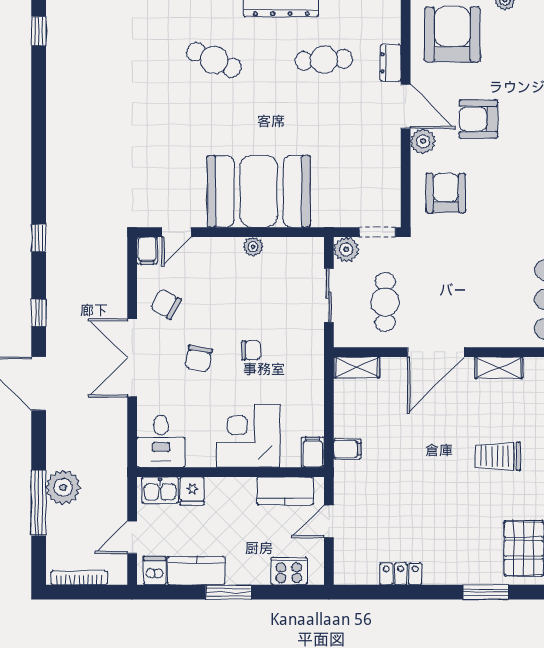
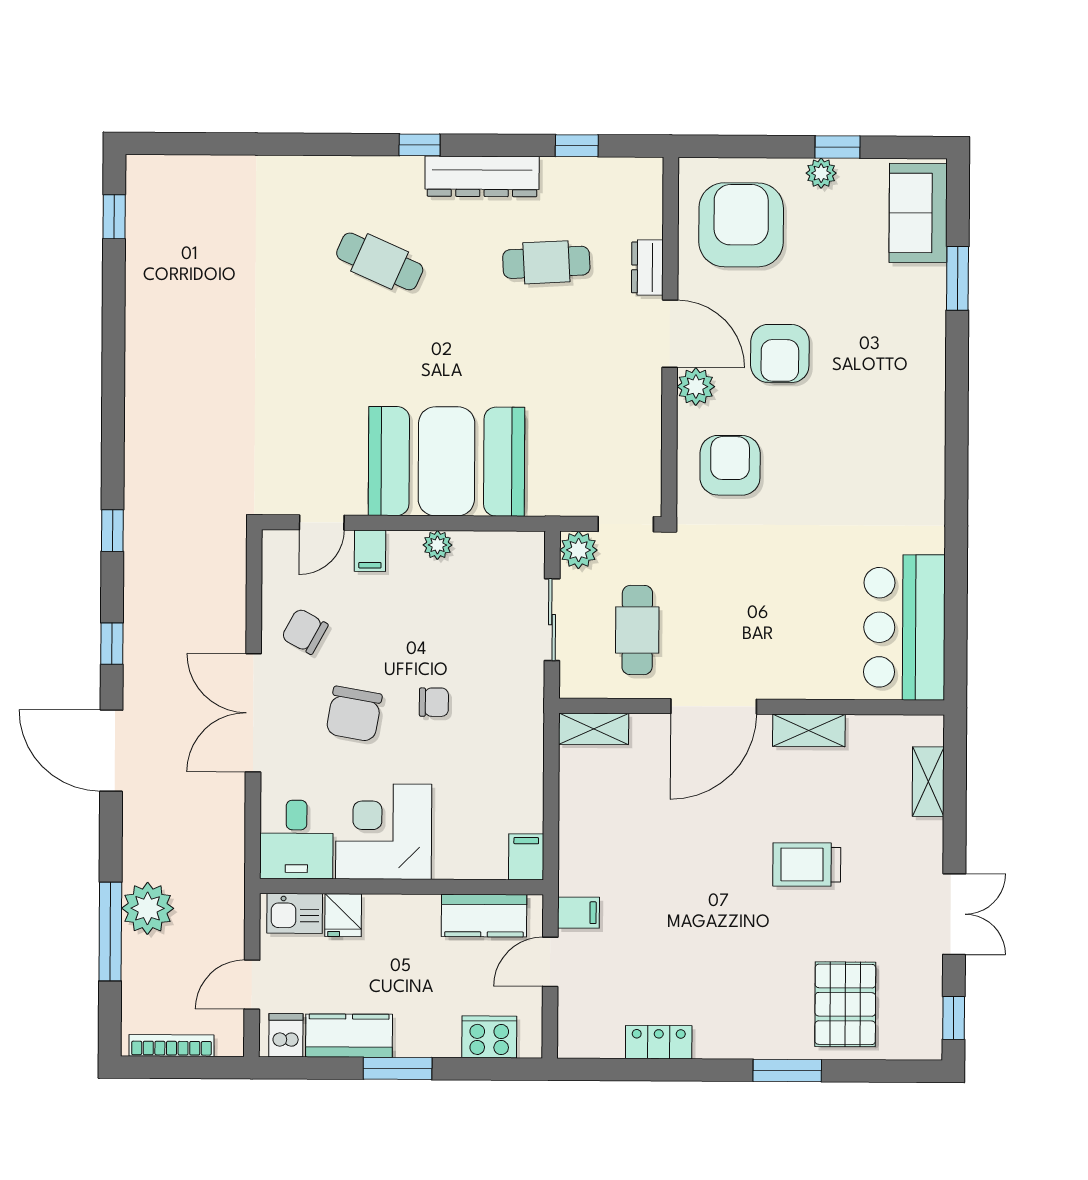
armchair: (478, 119) -> (780, 353), turned -90
filing cabinet: (147, 251) -> (370, 551), moved
chair: (199, 358) -> (354, 714), width x1.37, depth x1.37
corner desk: (248, 436) -> (384, 832), moved
filing cabinet: (347, 449) -> (579, 913), moved

